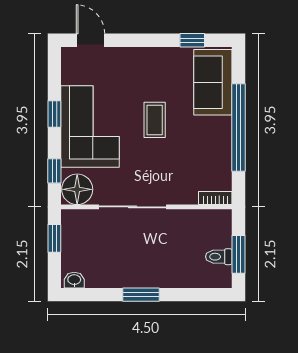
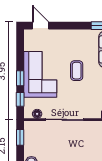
window: (54, 114) -> (20, 78), moved
floor lamp: (77, 189) -> (37, 114), width x0.53, depth x0.53

